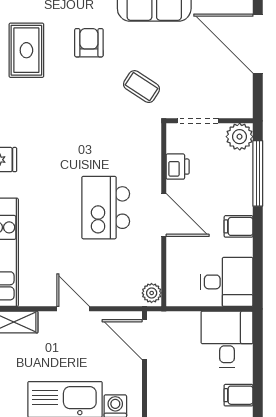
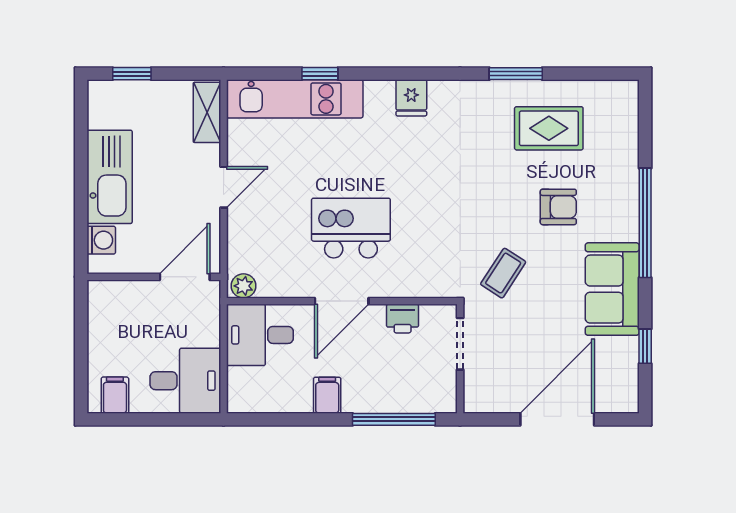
plant: (240, 137) -> (440, 396), removed
desk: (227, 282) -> (260, 335), moved, turned 90

